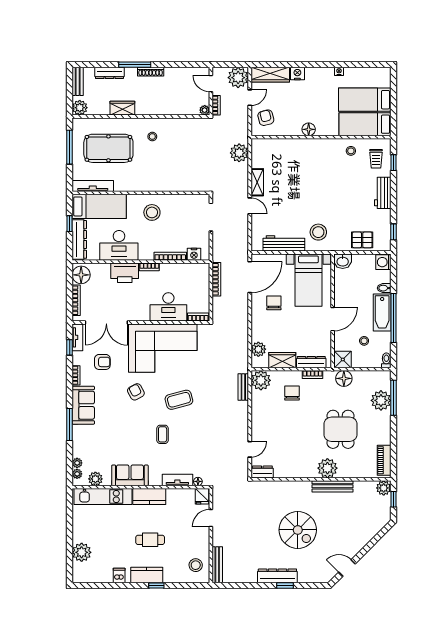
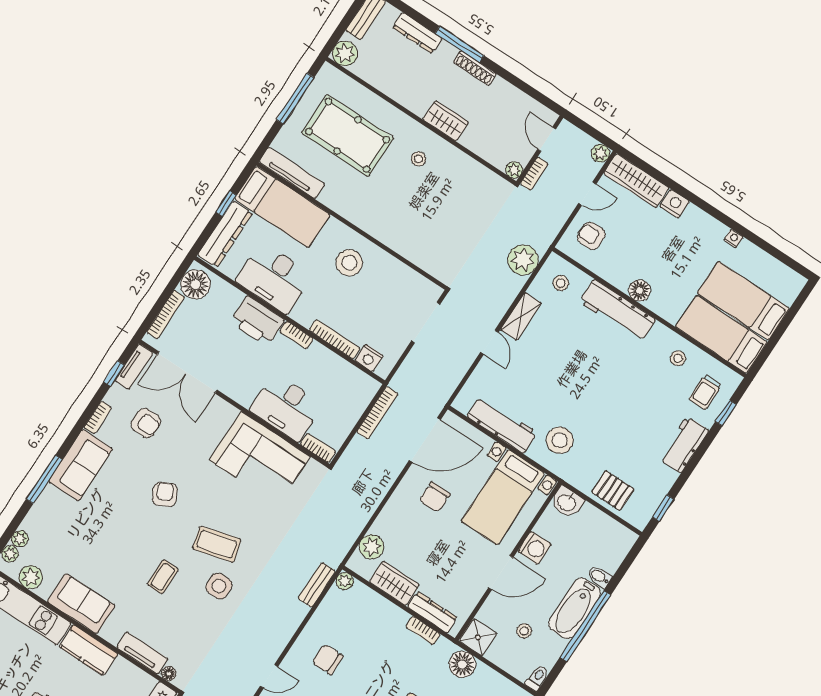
plant: (238, 78) -> (601, 153), width x0.53, depth x0.53
wardrobe: (122, 108) -> (446, 121), moved
armchair: (266, 118) -> (591, 236), turned -76
workbench: (304, 147) -> (617, 311), added
stool: (266, 152) -> (561, 283), added
washing machine: (383, 262) -> (534, 548), moved, turned 180
chair: (274, 303) -> (435, 497), turned 180
corner sofa: (163, 348) -> (260, 458), width x0.73, depth x0.74
plant: (261, 380) -> (345, 581), width x0.53, depth x0.53
chair: (292, 393) -> (328, 659), moved, turned -90
side table: (194, 420) -> (219, 586), added

